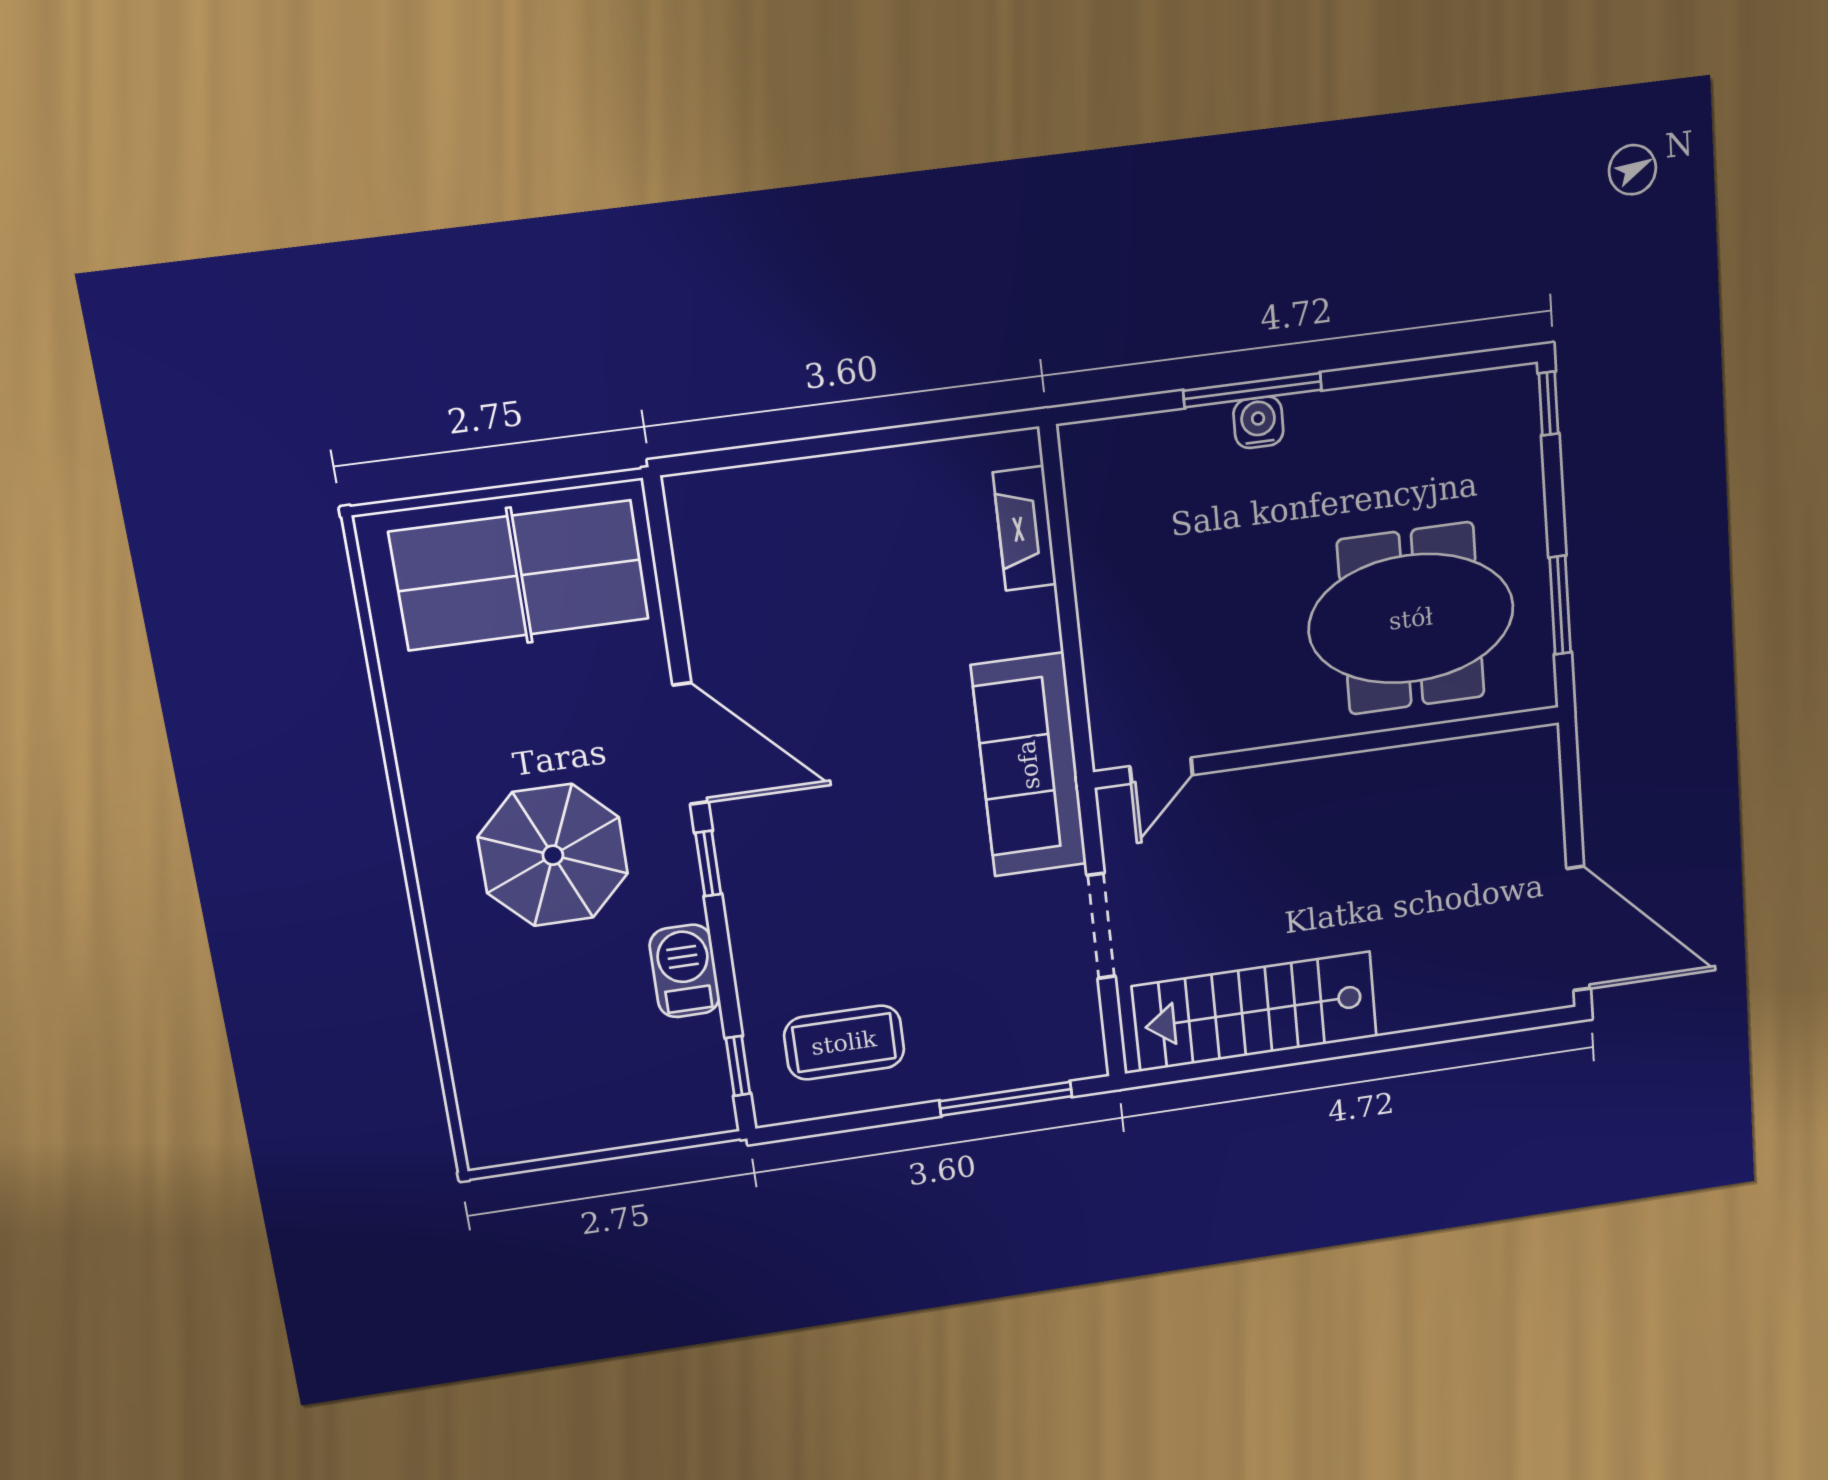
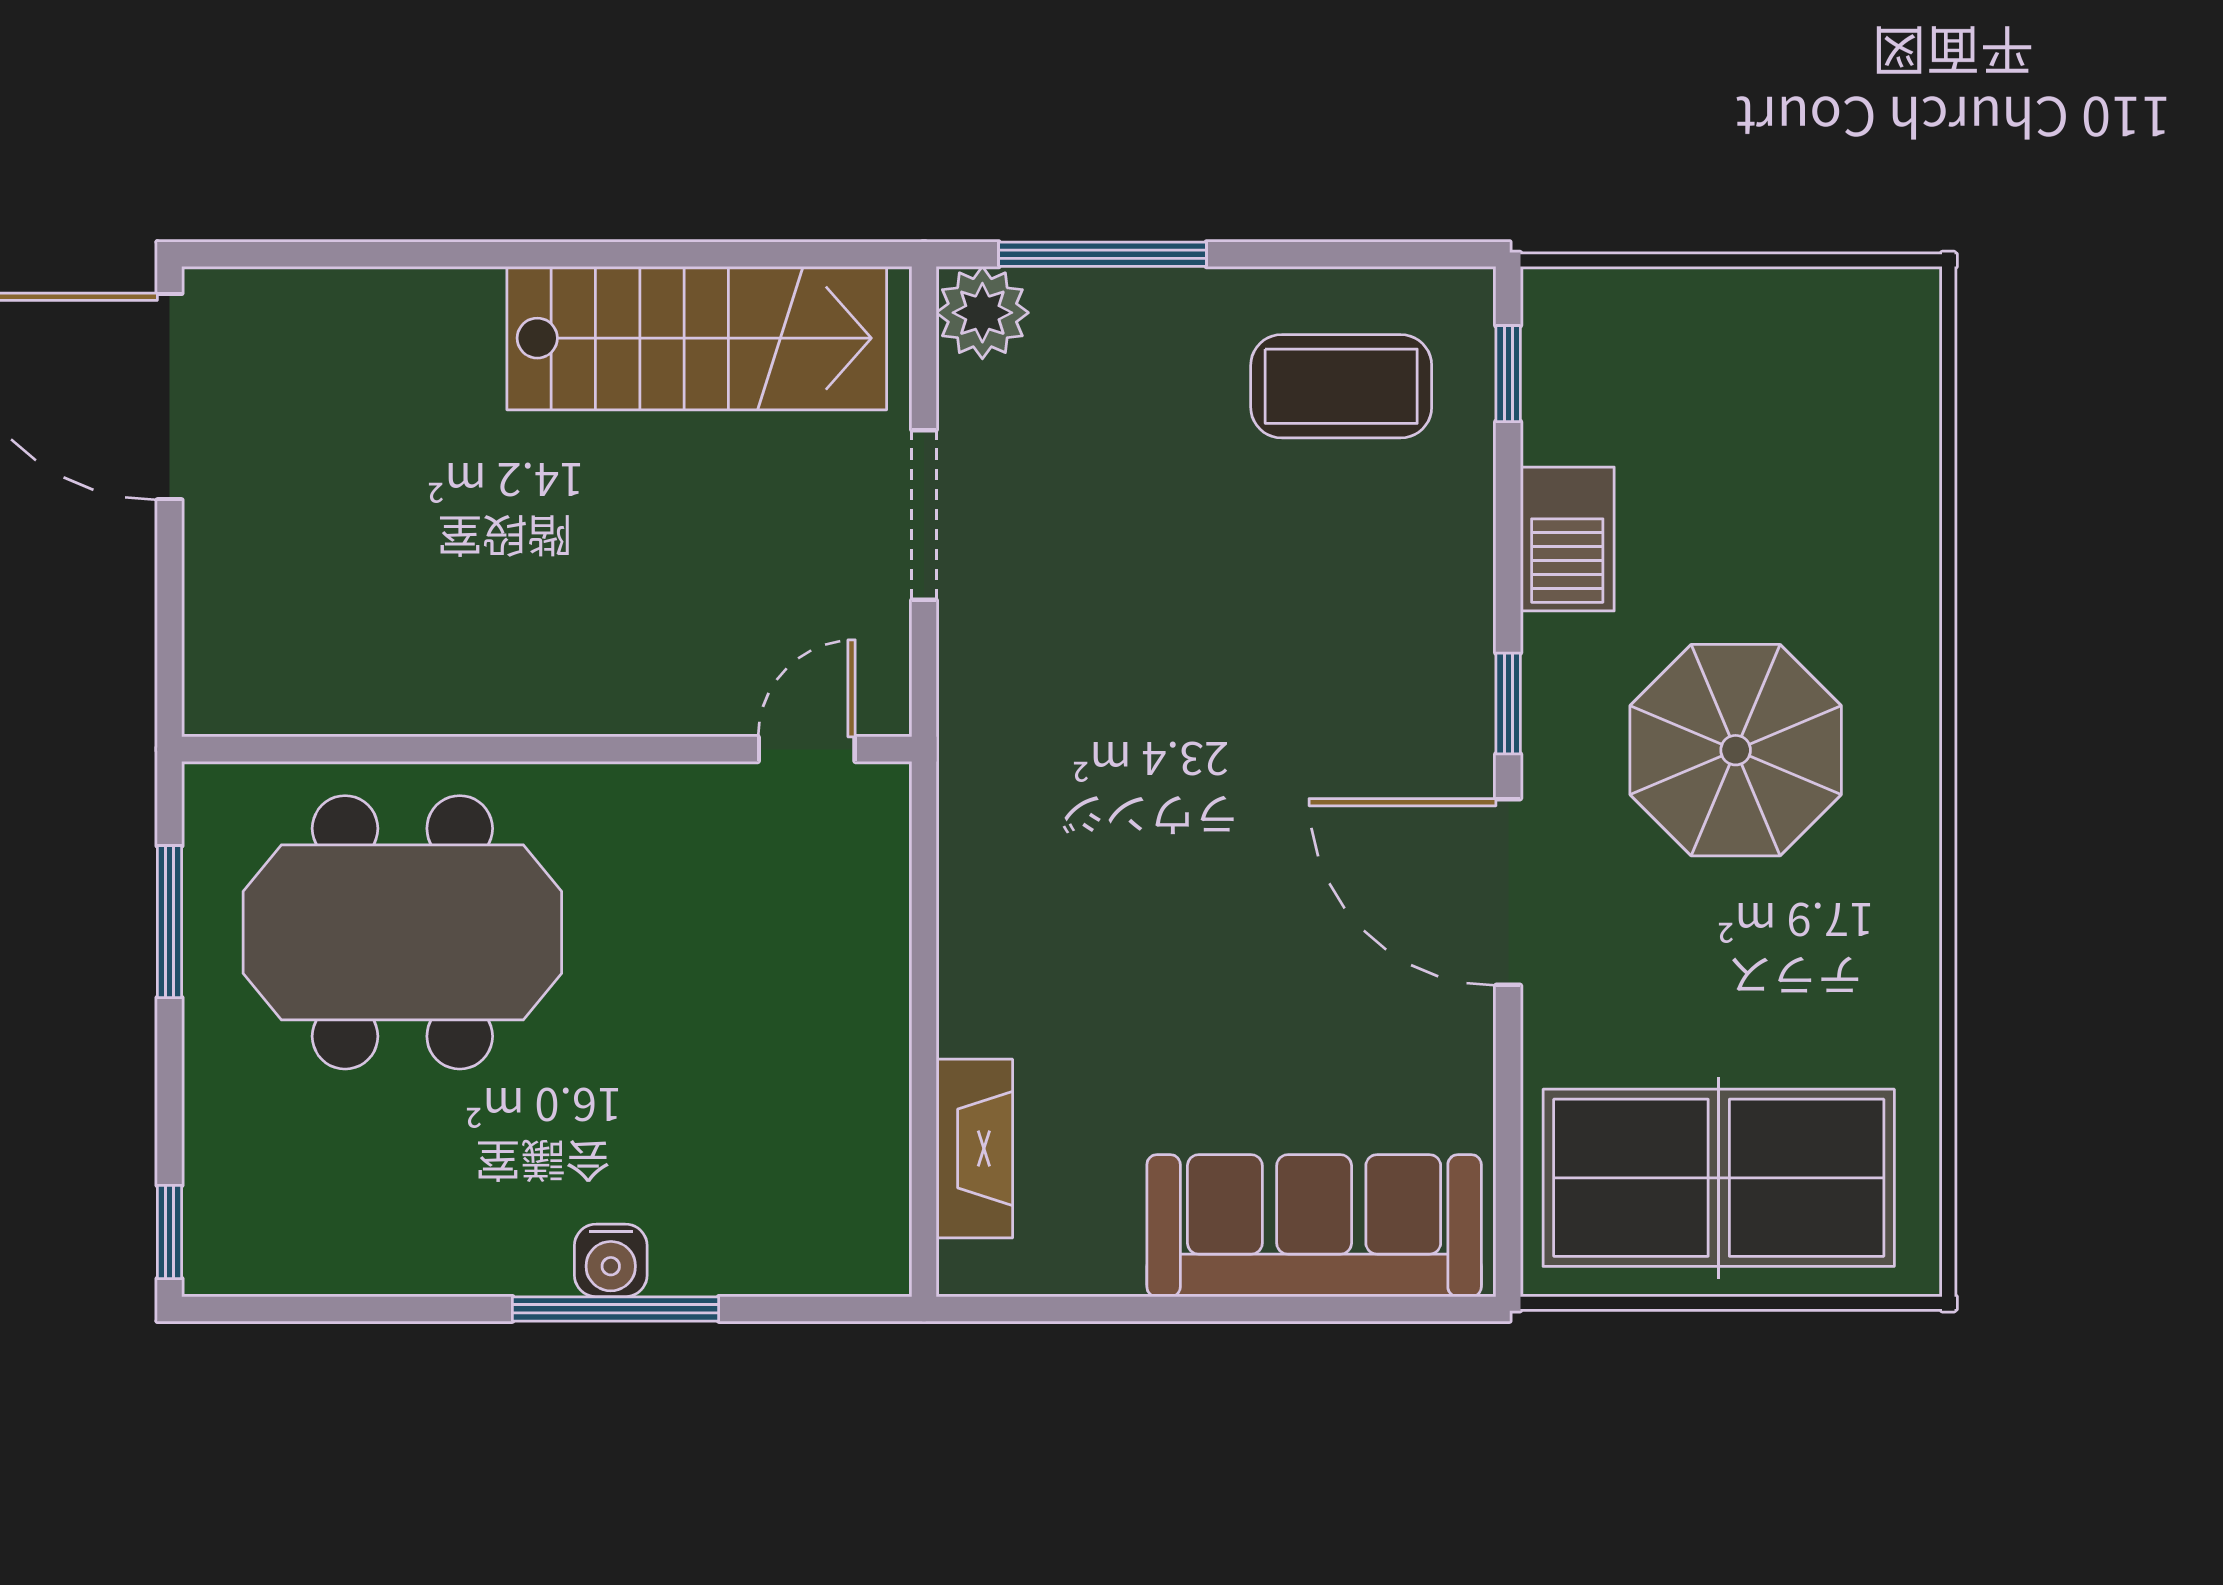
sofa: (1029, 765) -> (1314, 1226), moved, turned -90
plant: (1077, 1053) -> (982, 313), added

